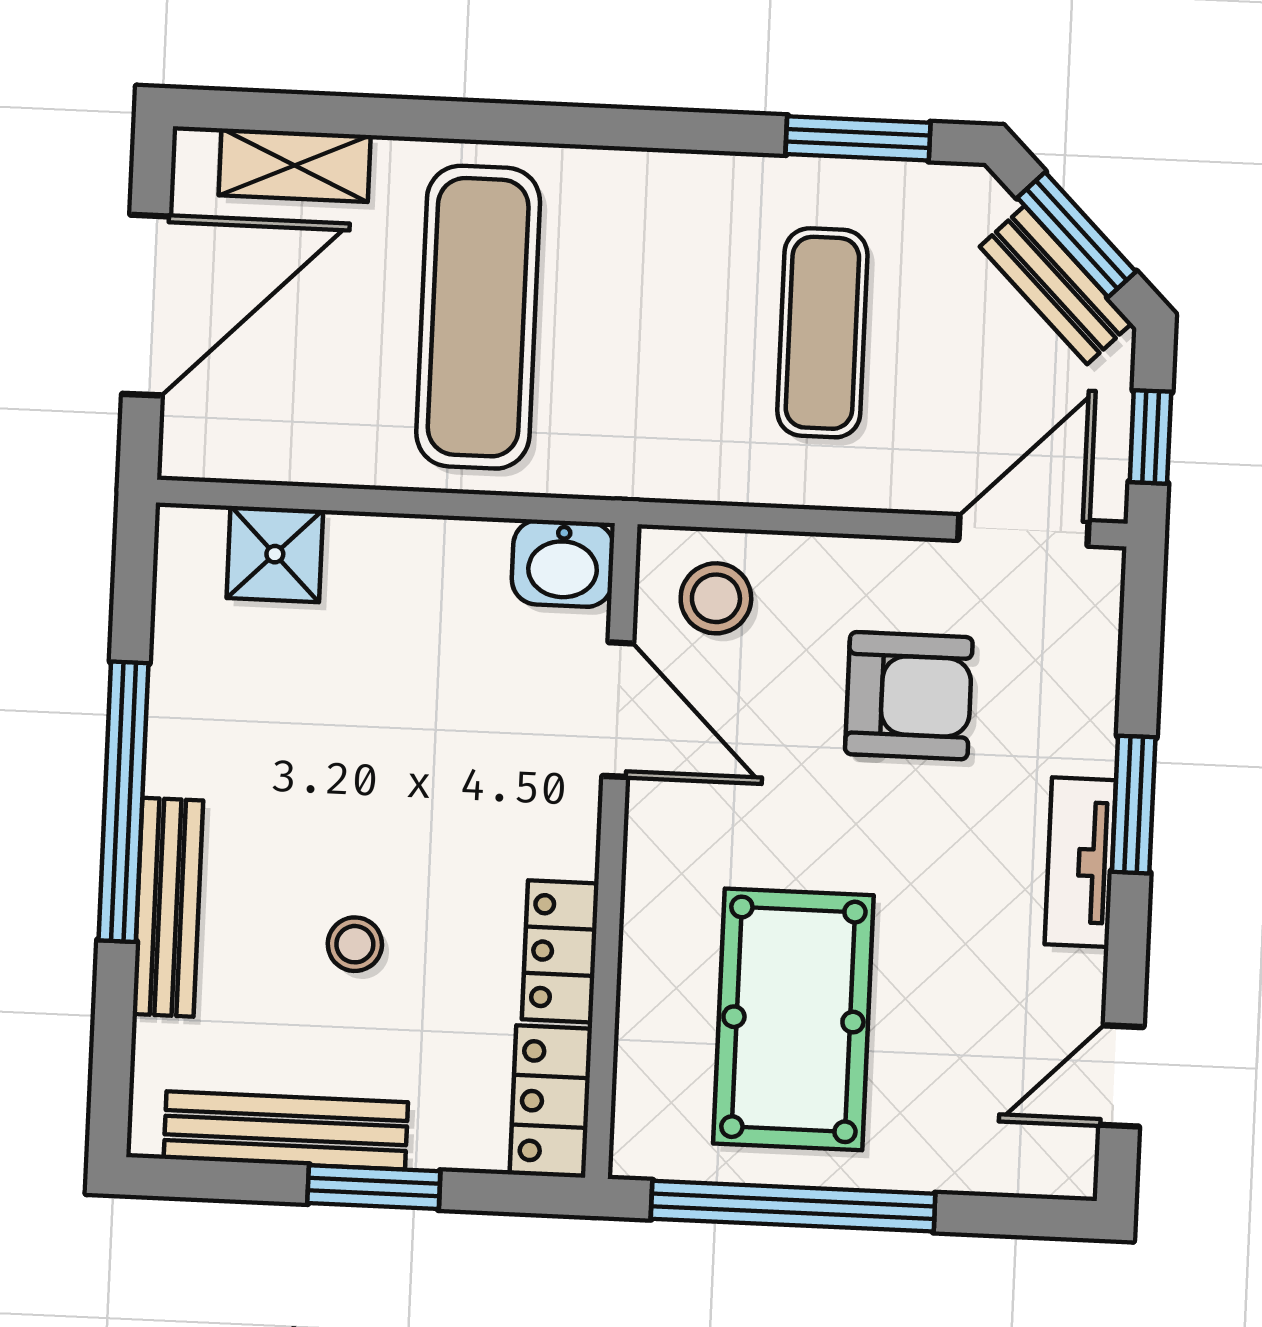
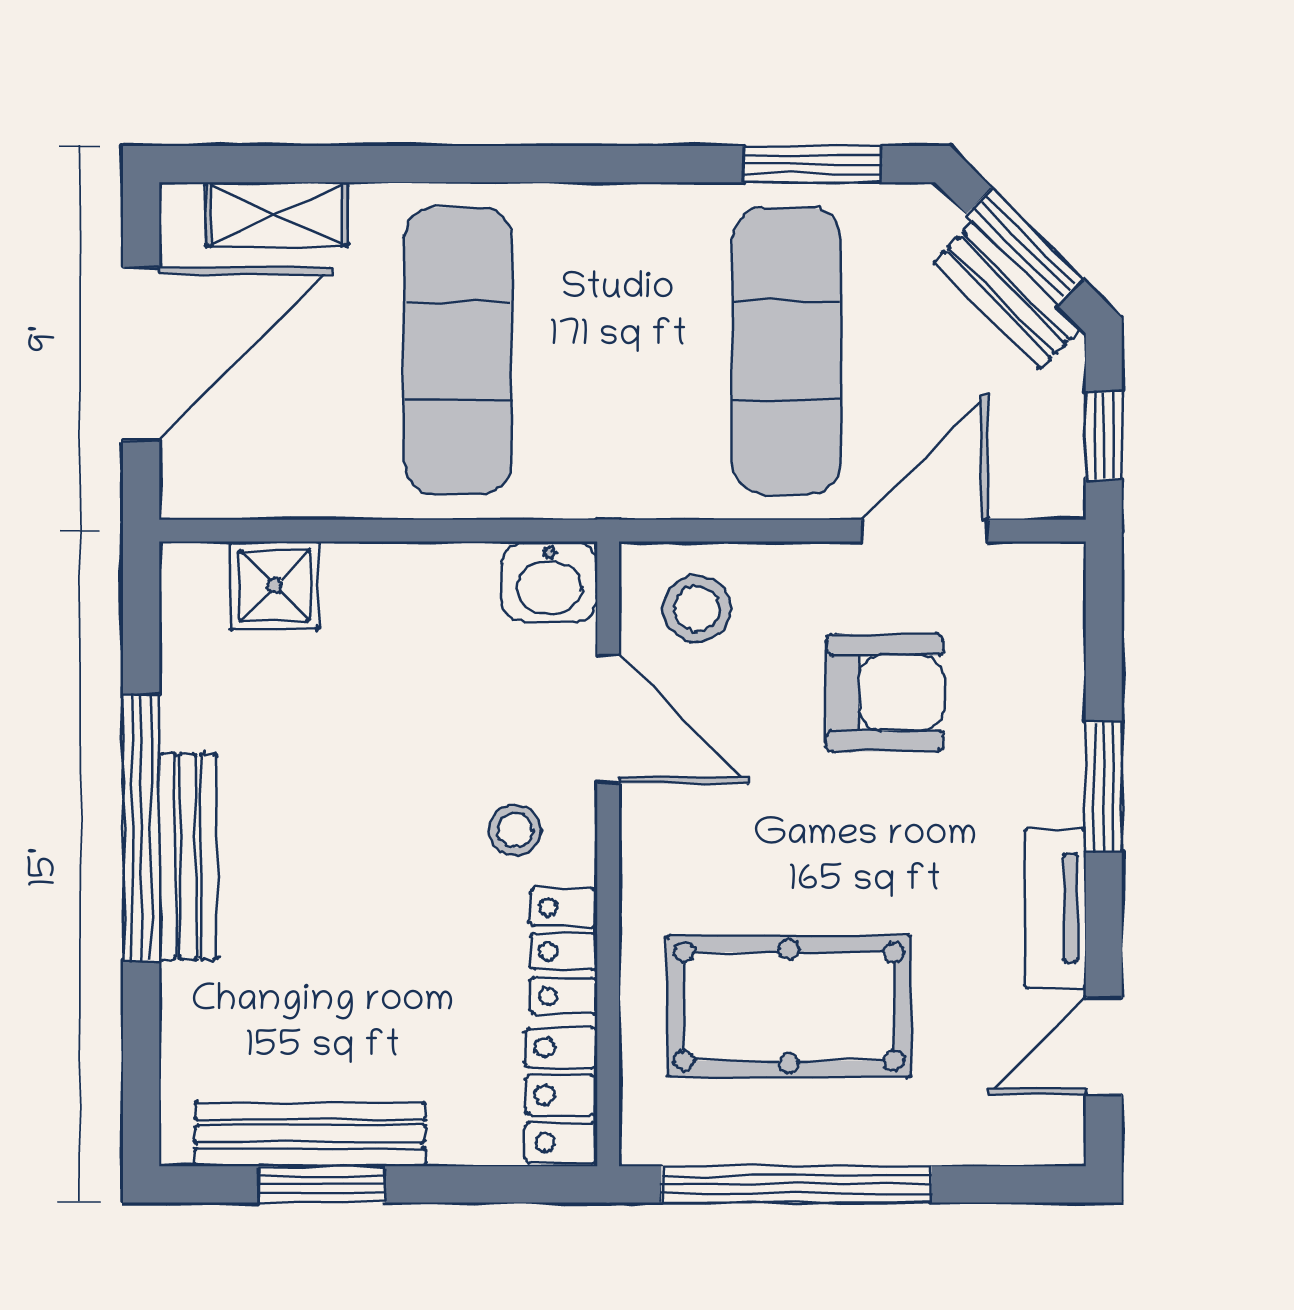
exercise mat: (822, 333) -> (787, 351), width x1.36, depth x1.45
door: (1023, 530) -> (925, 531), moved
tv unit: (1080, 862) -> (1055, 908), moved
bench: (168, 907) -> (188, 857), moved
stool: (355, 944) -> (515, 830), moved
pool table: (793, 1019) -> (789, 1006), turned 90
window: (374, 1187) -> (322, 1184), moved

